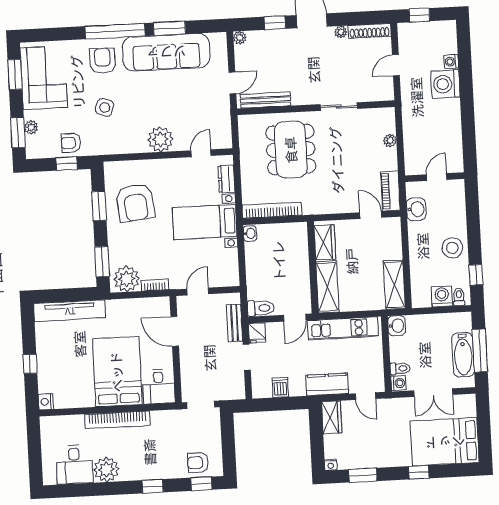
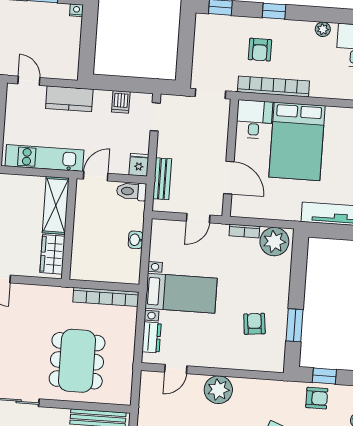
armchair: (135, 203) -> (254, 324), width x0.53, depth x0.53
washbasin: (250, 234) -> (136, 240), moved
window: (102, 262) -> (299, 264), removed
doorway: (247, 357) -> (155, 117), moved
wardrobe: (332, 417) -> (69, 62), removed
bookcase: (117, 420) -> (273, 86), moved
armchair: (198, 463) -> (260, 50), moved, turned 90
plant: (106, 469) -> (323, 29), width x0.53, depth x0.53

